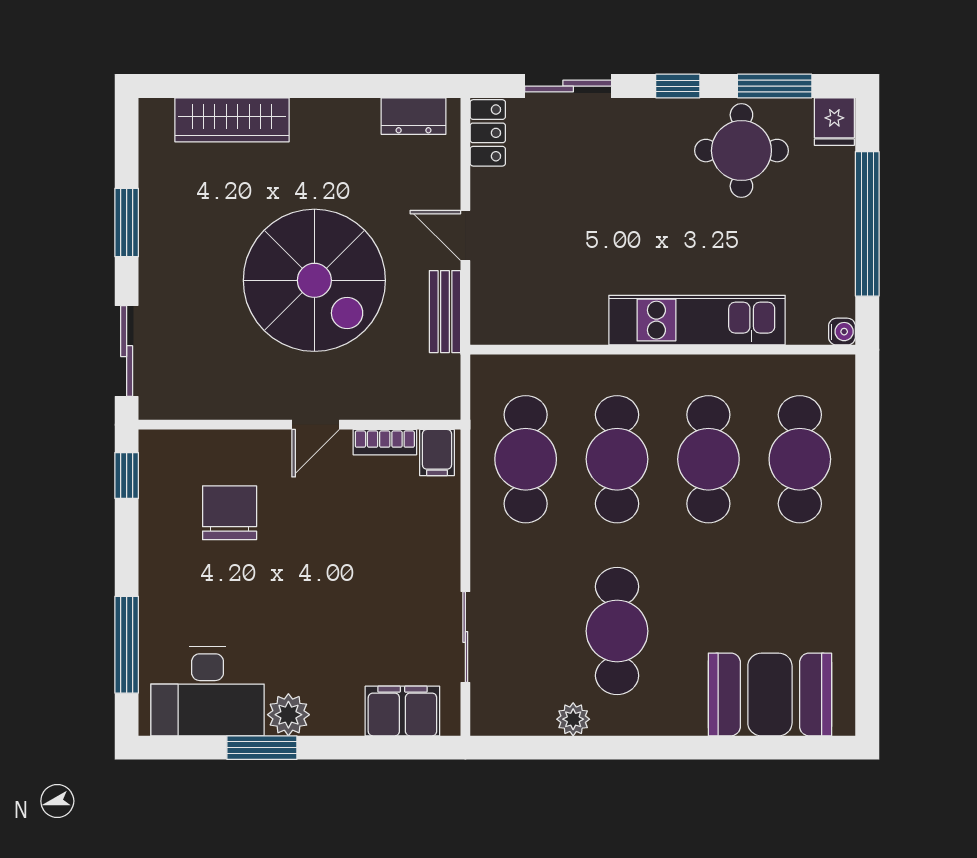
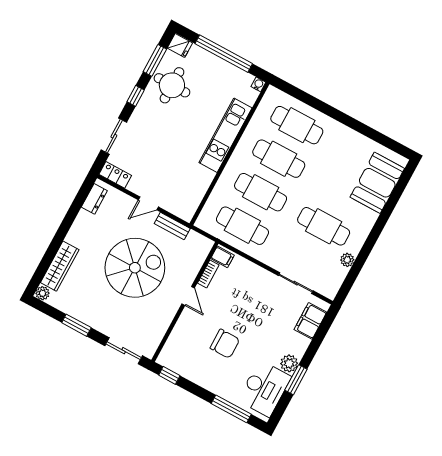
plant: (155, 115) -> (42, 293), added
chair: (230, 513) -> (225, 344), moved, turned 180

